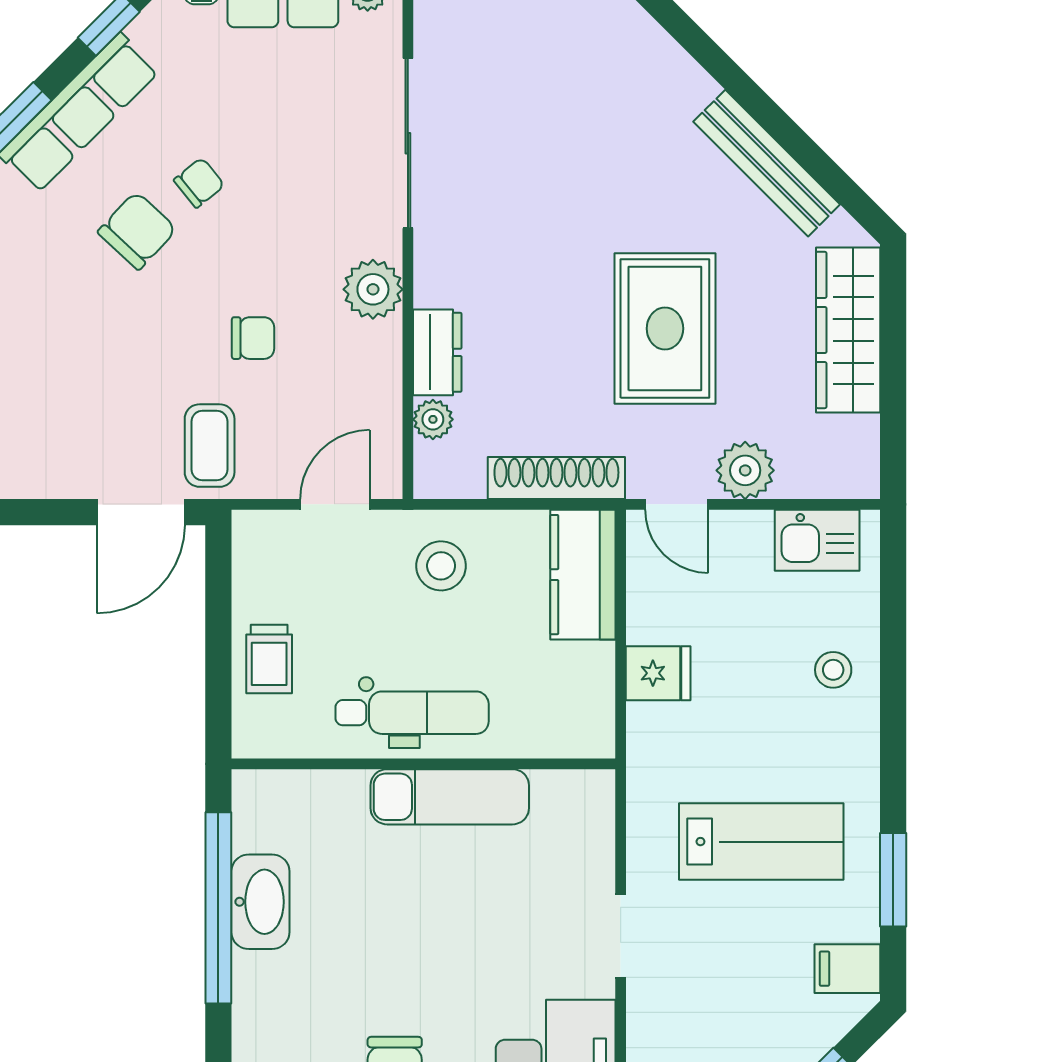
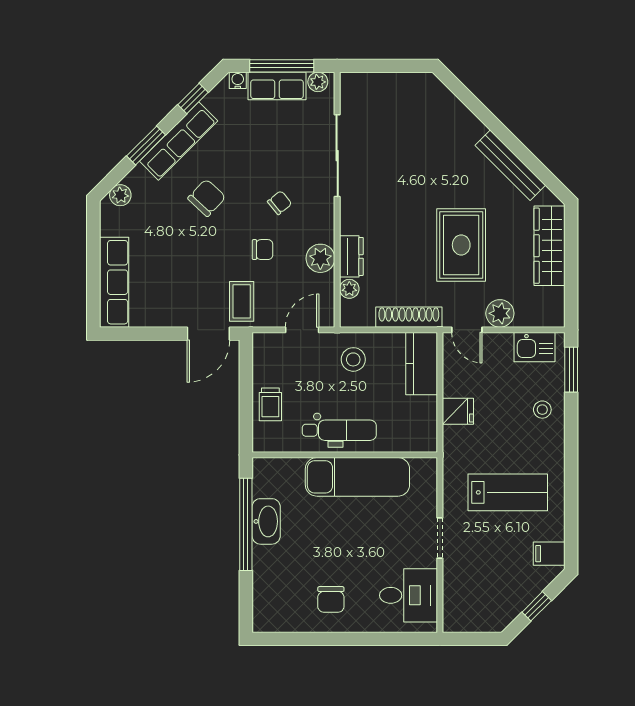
chair: (199, 183) -> (280, 203), moved
plant: (373, 289) -> (320, 258), moved
exam couch: (450, 797) -> (357, 477), width x1.36, depth x1.45
window: (893, 880) -> (571, 370), moved

